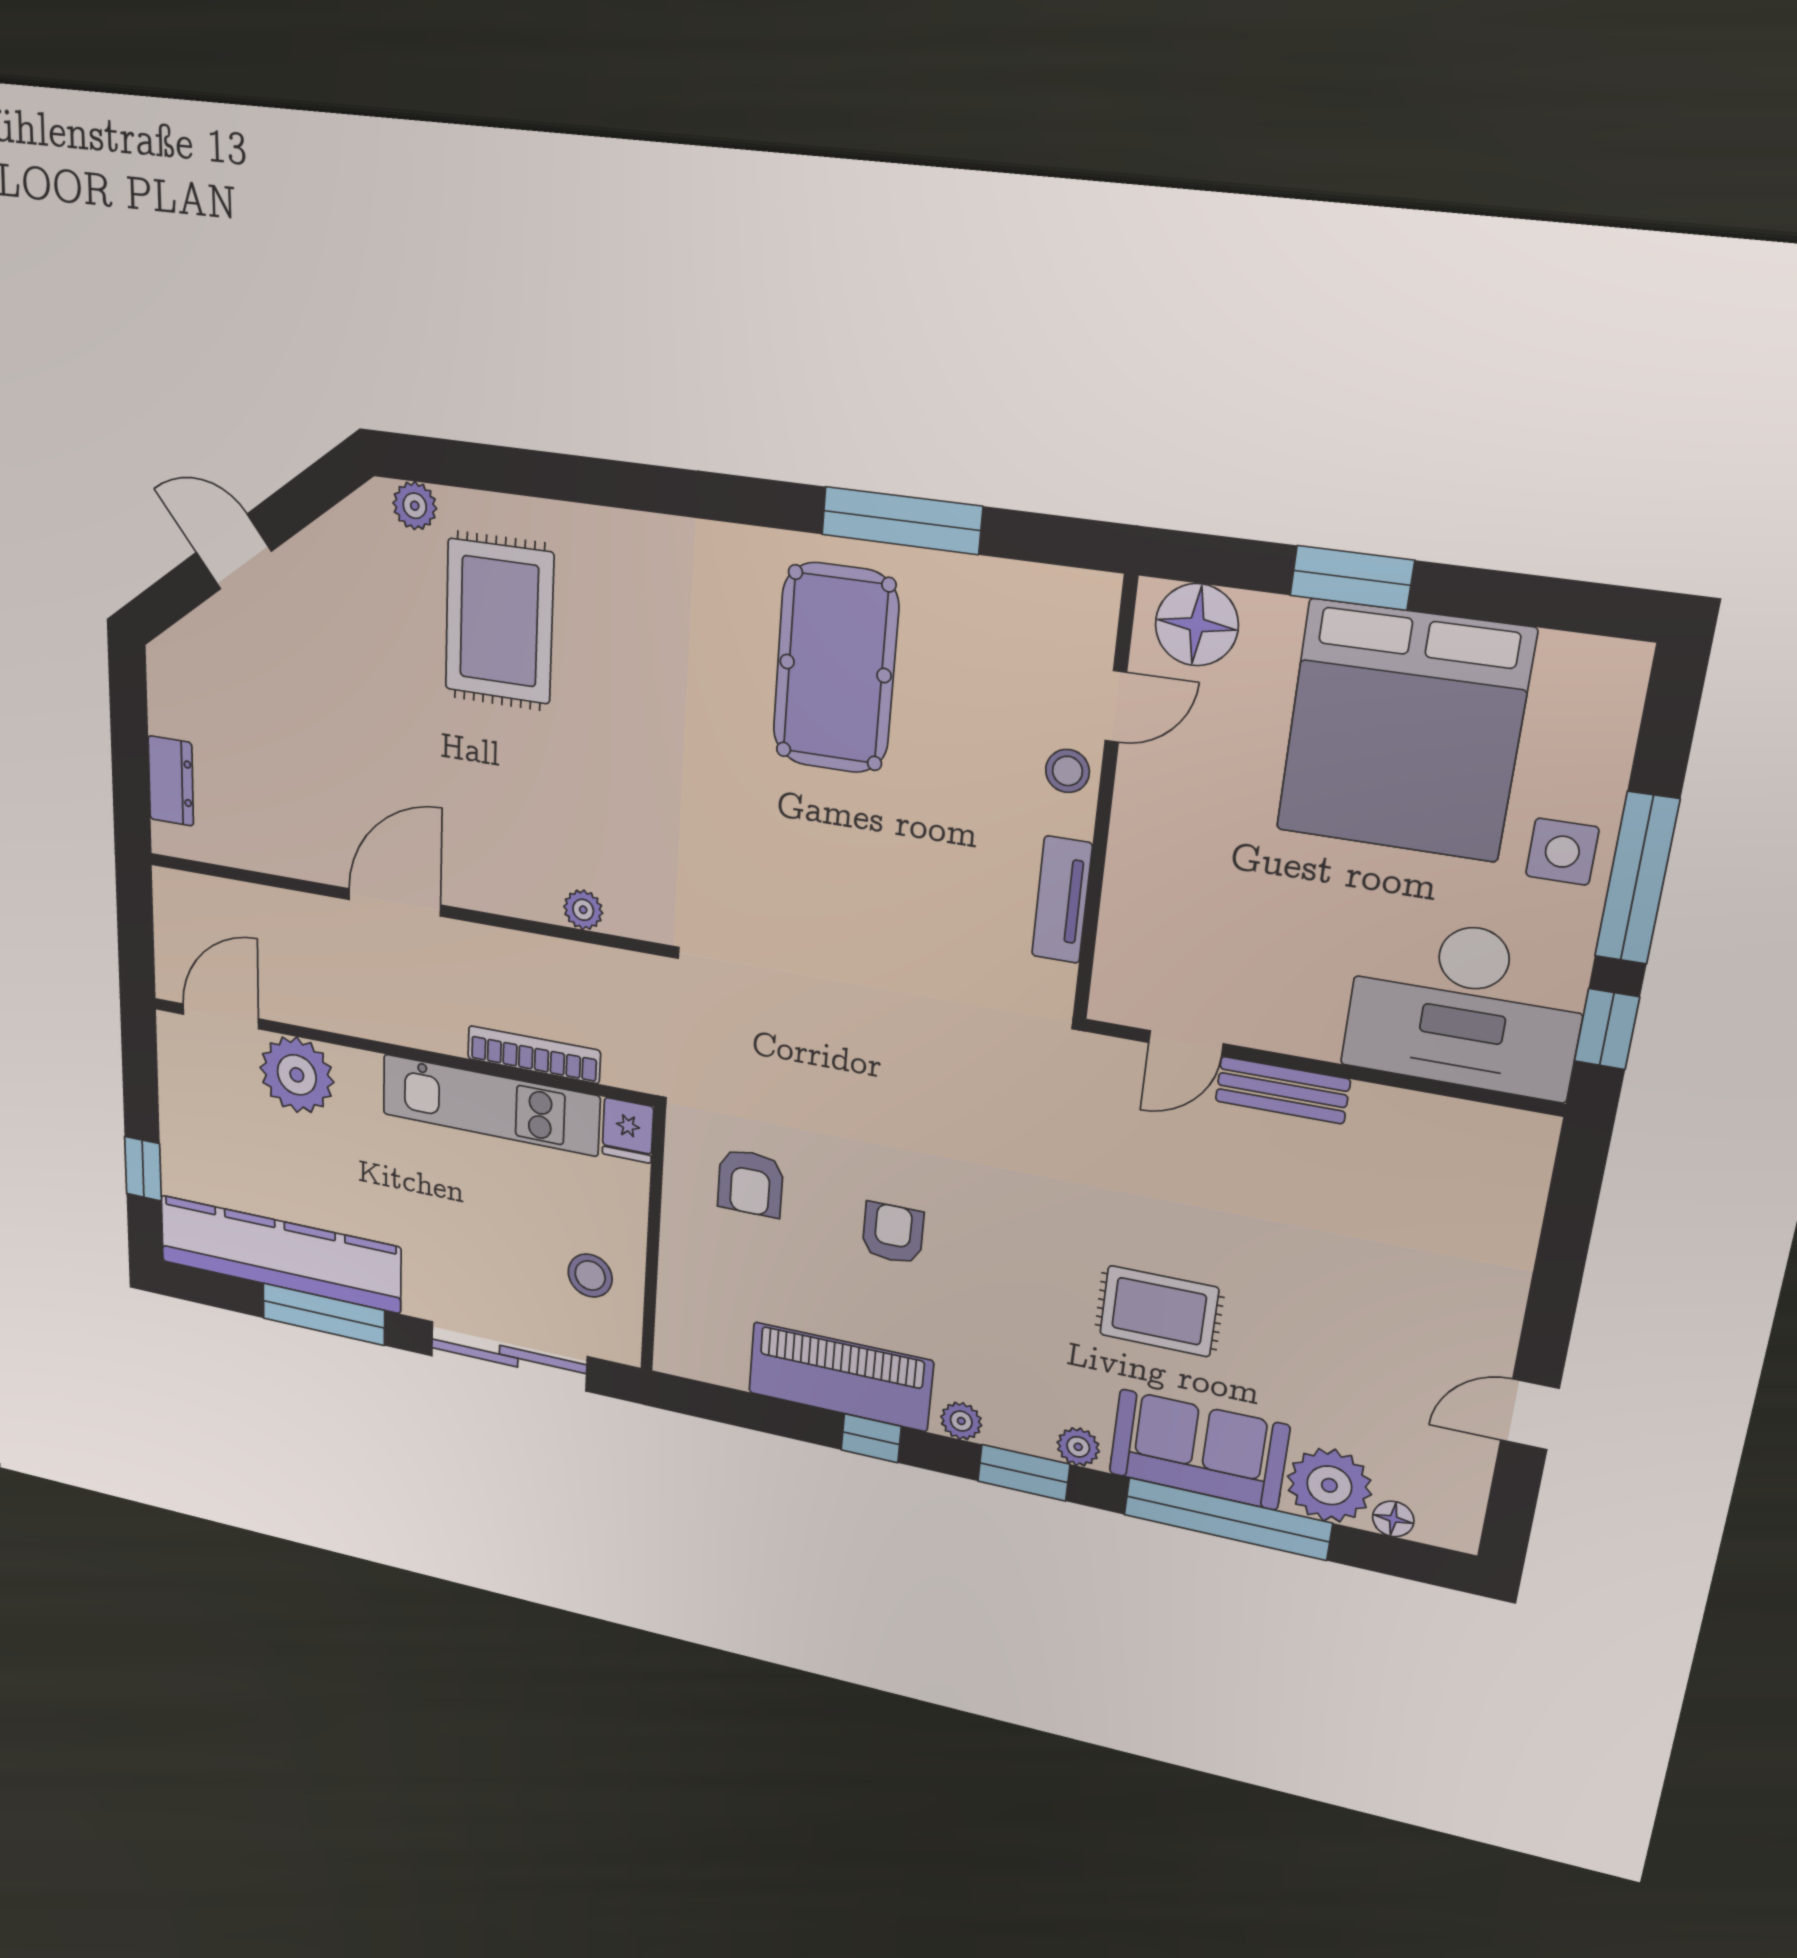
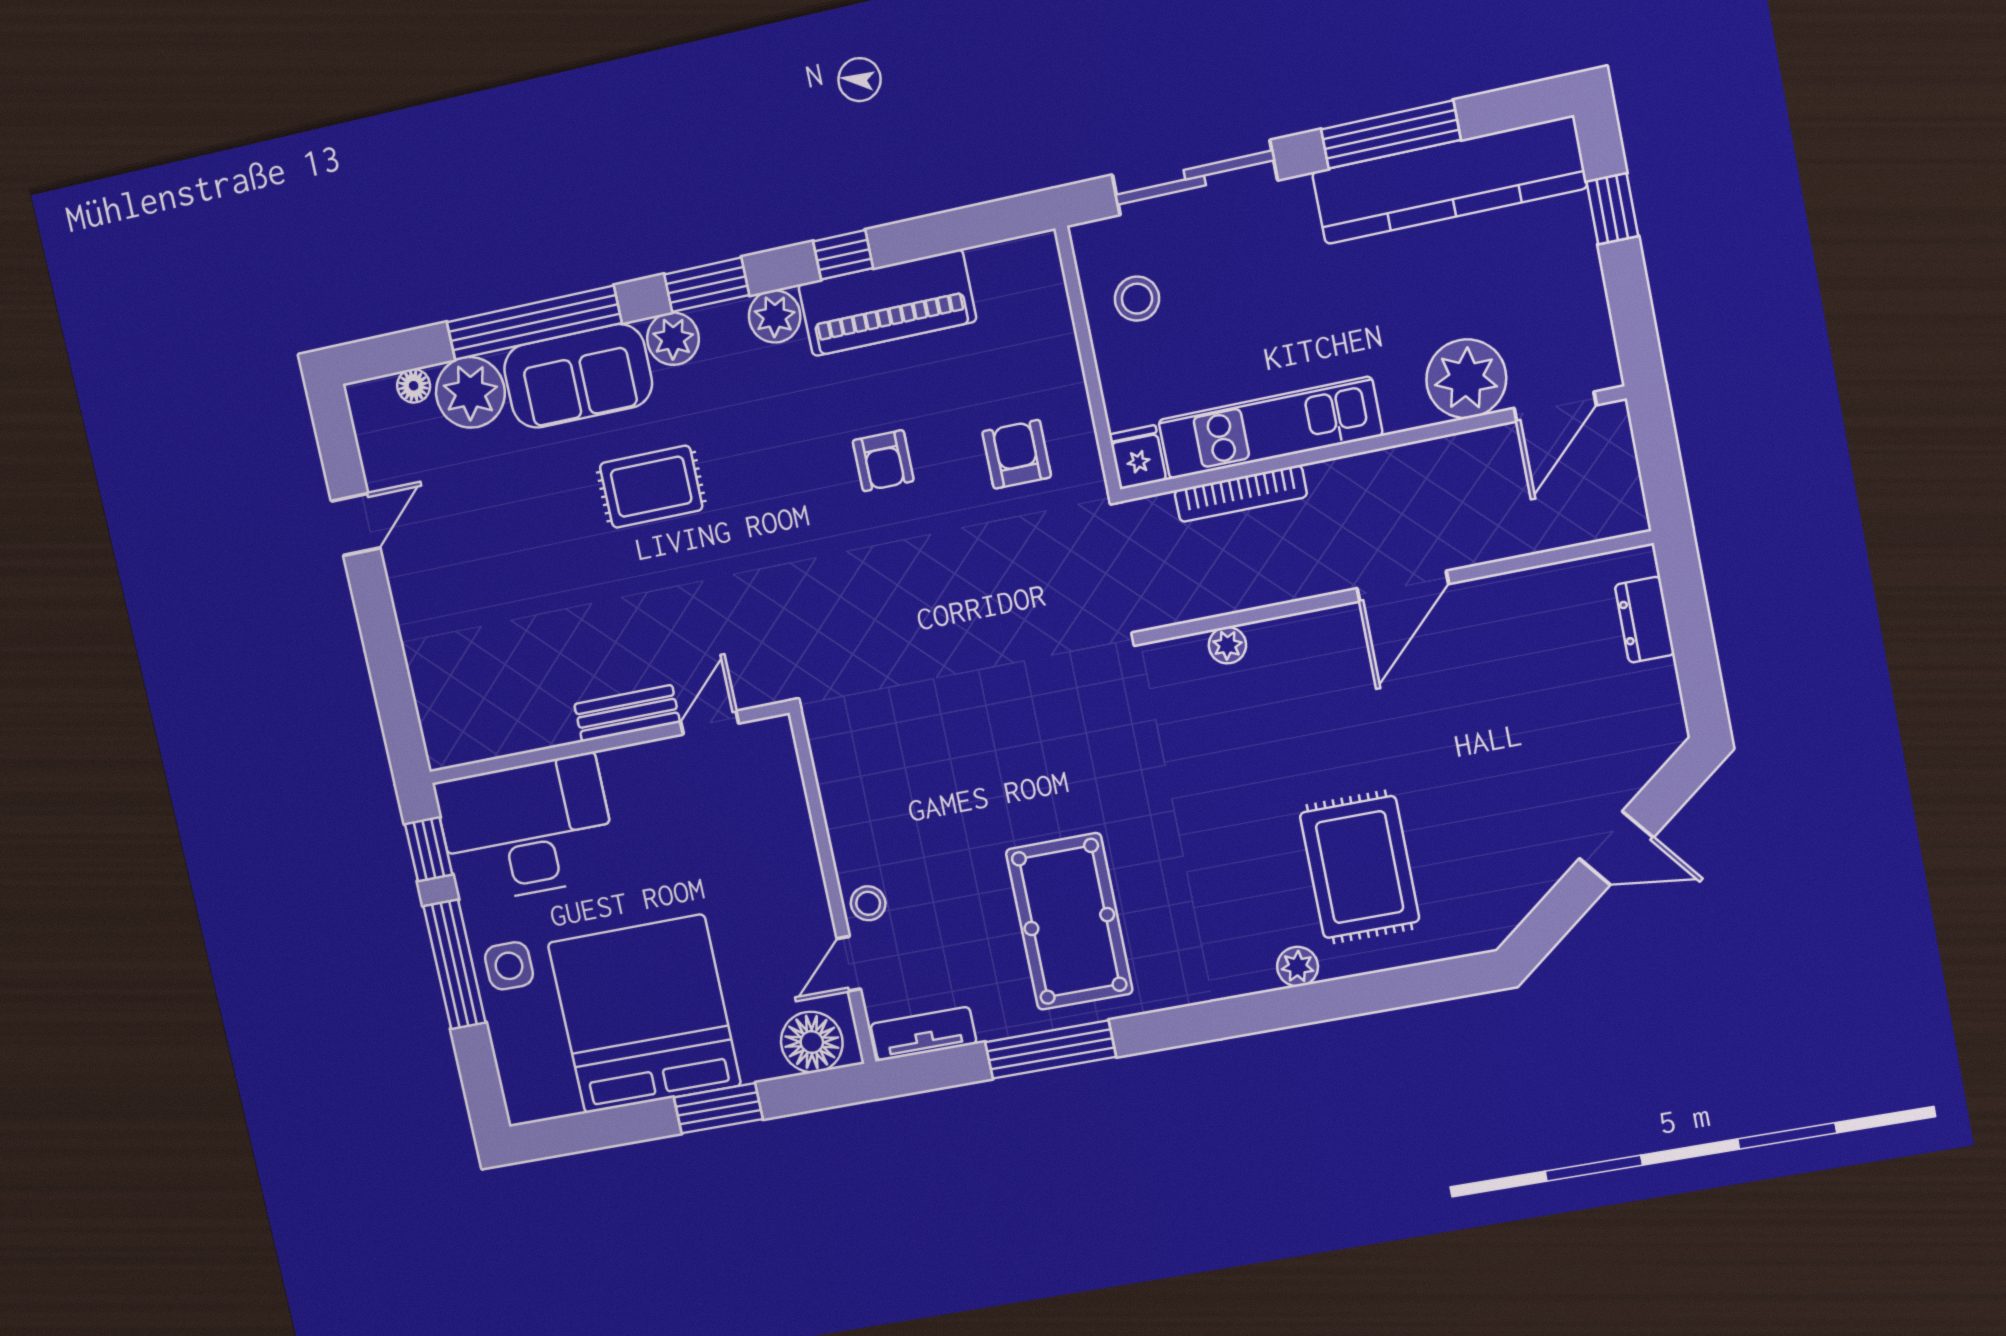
plant: (415, 506) -> (1298, 967), moved
tv unit: (1062, 900) -> (923, 1034), moved, turned -90
plant: (961, 1421) -> (775, 316), width x1.38, depth x1.38
plant: (1078, 1447) -> (673, 339), width x1.38, depth x1.38

